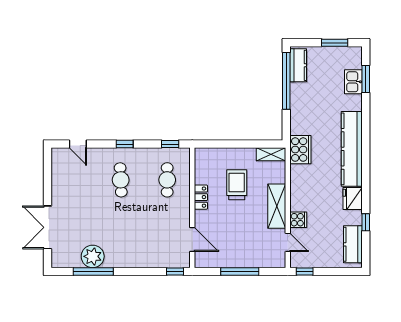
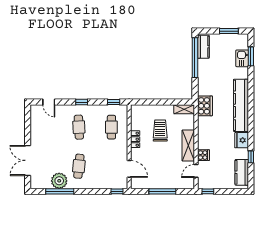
cafe table: (121, 236) -> (79, 166), added
door: (288, 242) -> (196, 171), swing flipped

